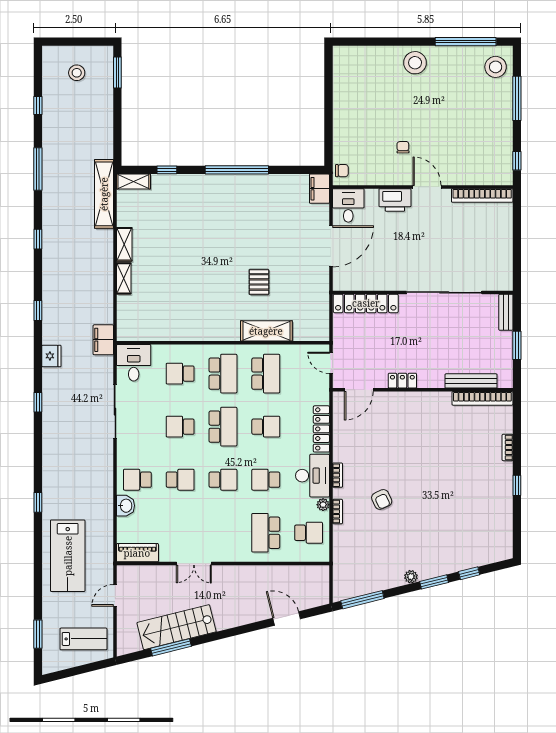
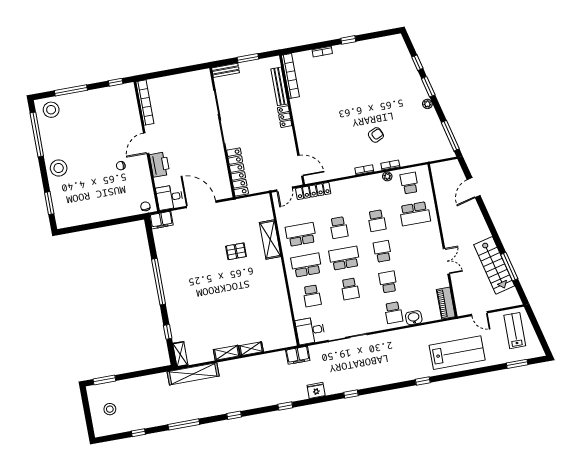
window: (370, 42) -> (49, 203), added
locker: (402, 381) -> (285, 117), moved
school desk: (266, 427) -> (339, 228), turned 180
locker: (321, 429) -> (313, 191), moved
desk: (313, 476) -> (368, 188), removed

